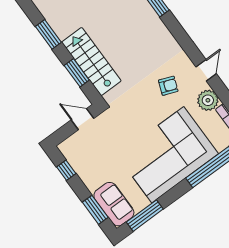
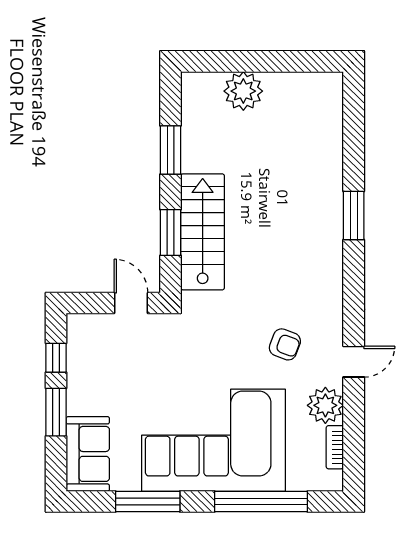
window: (95, 210) -> (56, 412), moved
window: (145, 216) -> (148, 501), moved

